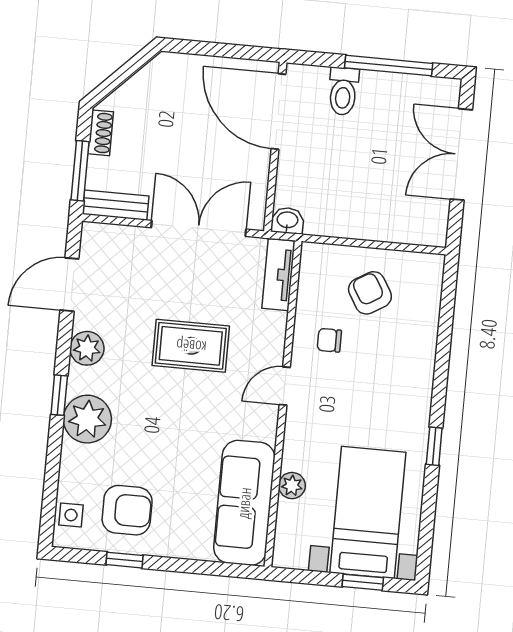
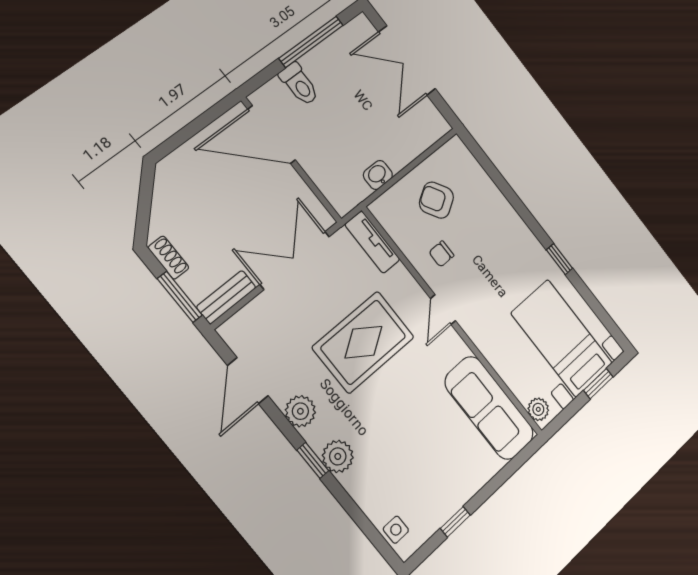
washbasin: (287, 221) -> (378, 175), moved
rug: (191, 346) -> (363, 342), width x1.36, depth x1.43
plant: (87, 419) -> (338, 456), width x0.73, depth x0.73
plant: (292, 486) -> (538, 409), moved
armchair: (127, 510) -> (426, 489), removed

